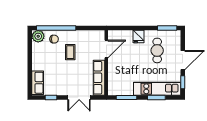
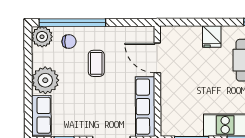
door: (106, 49) -> (157, 58), swing flipped
plant: (40, 62) -> (45, 80), added

